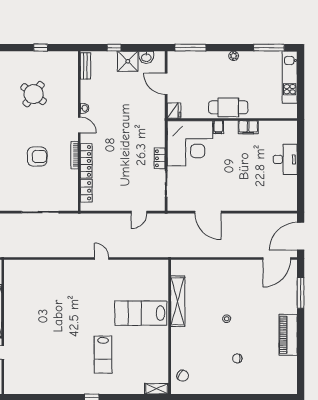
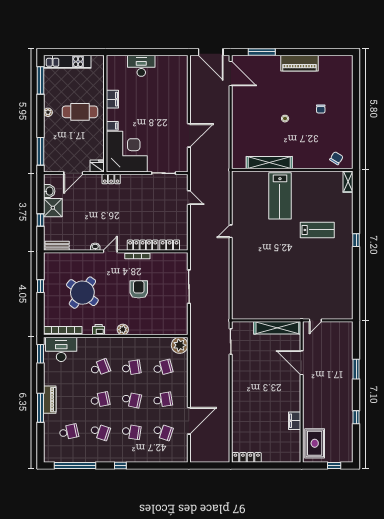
round table: (34, 94) -> (82, 293), width x1.36, depth x1.36
cafe table: (228, 107) -> (80, 112), moved, turned 90
locker: (160, 158) -> (111, 179), moved

